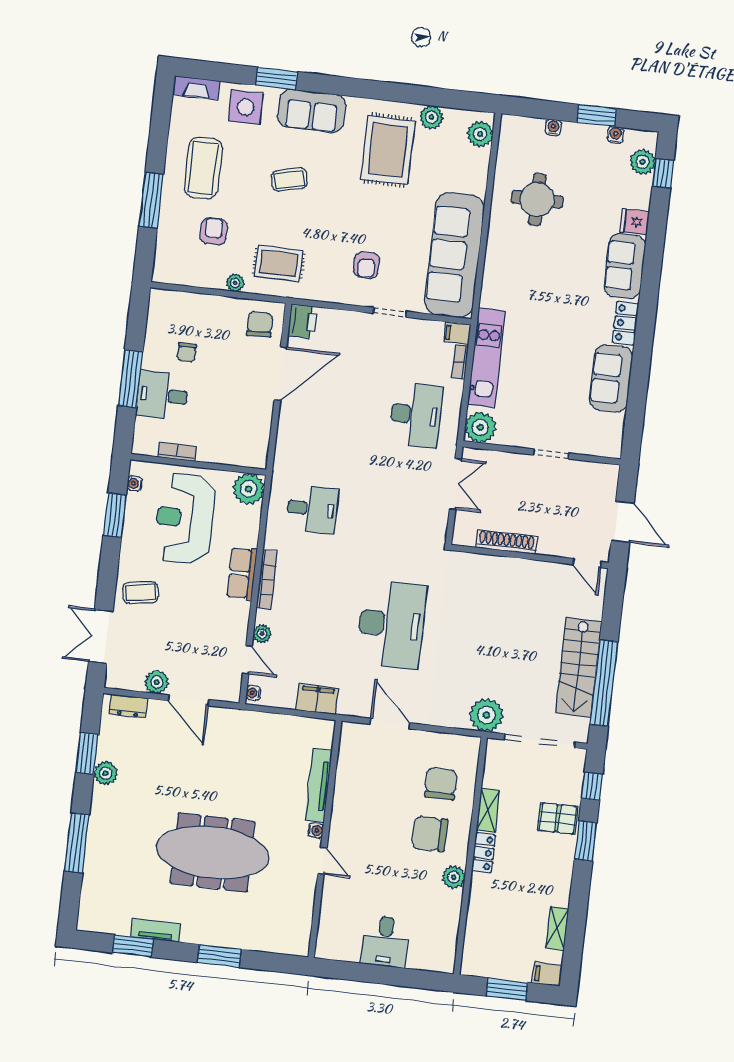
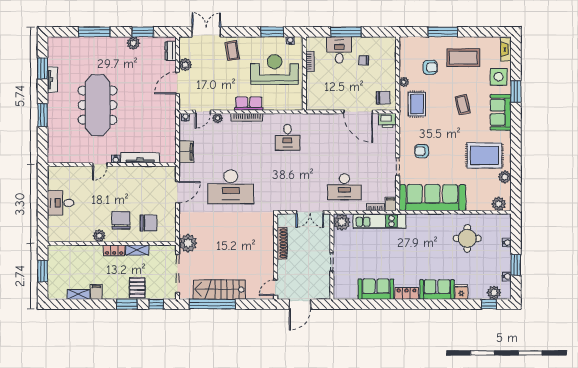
plant: (249, 489) -> (294, 102), removed
filing cabinet: (547, 974) -> (96, 292), moved

